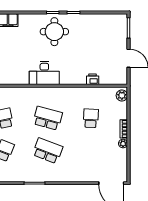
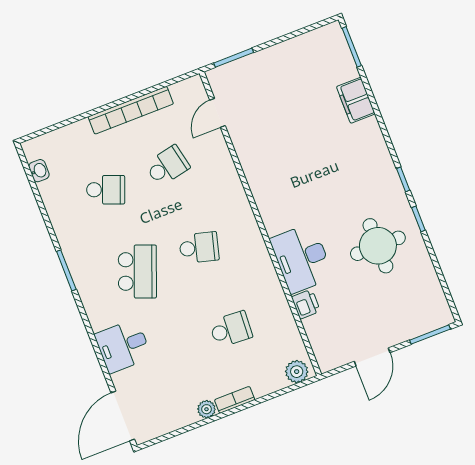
round table: (54, 32) -> (378, 246), moved
desk: (44, 73) -> (302, 258), moved
school desk: (48, 118) -> (199, 248), width x0.54
desk: (79, 171) -> (123, 346), added

